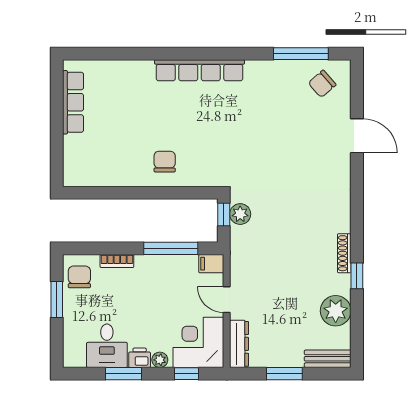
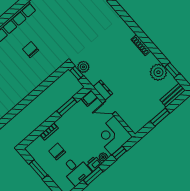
chair: (165, 162) -> (31, 50), moved
window: (171, 248) -> (67, 107), width x0.69
window: (357, 276) -> (172, 70), moved
chair: (79, 277) -> (57, 152), moved
dresser: (239, 344) -> (103, 90), moved, width x0.70

